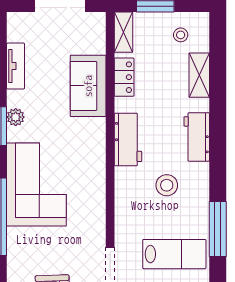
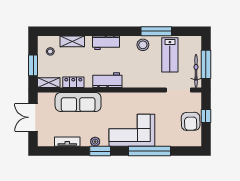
sofa: (88, 86) -> (78, 102), width x1.36
stool: (167, 185) -> (143, 45), moved
lab bench: (174, 254) -> (170, 55), turned 180

